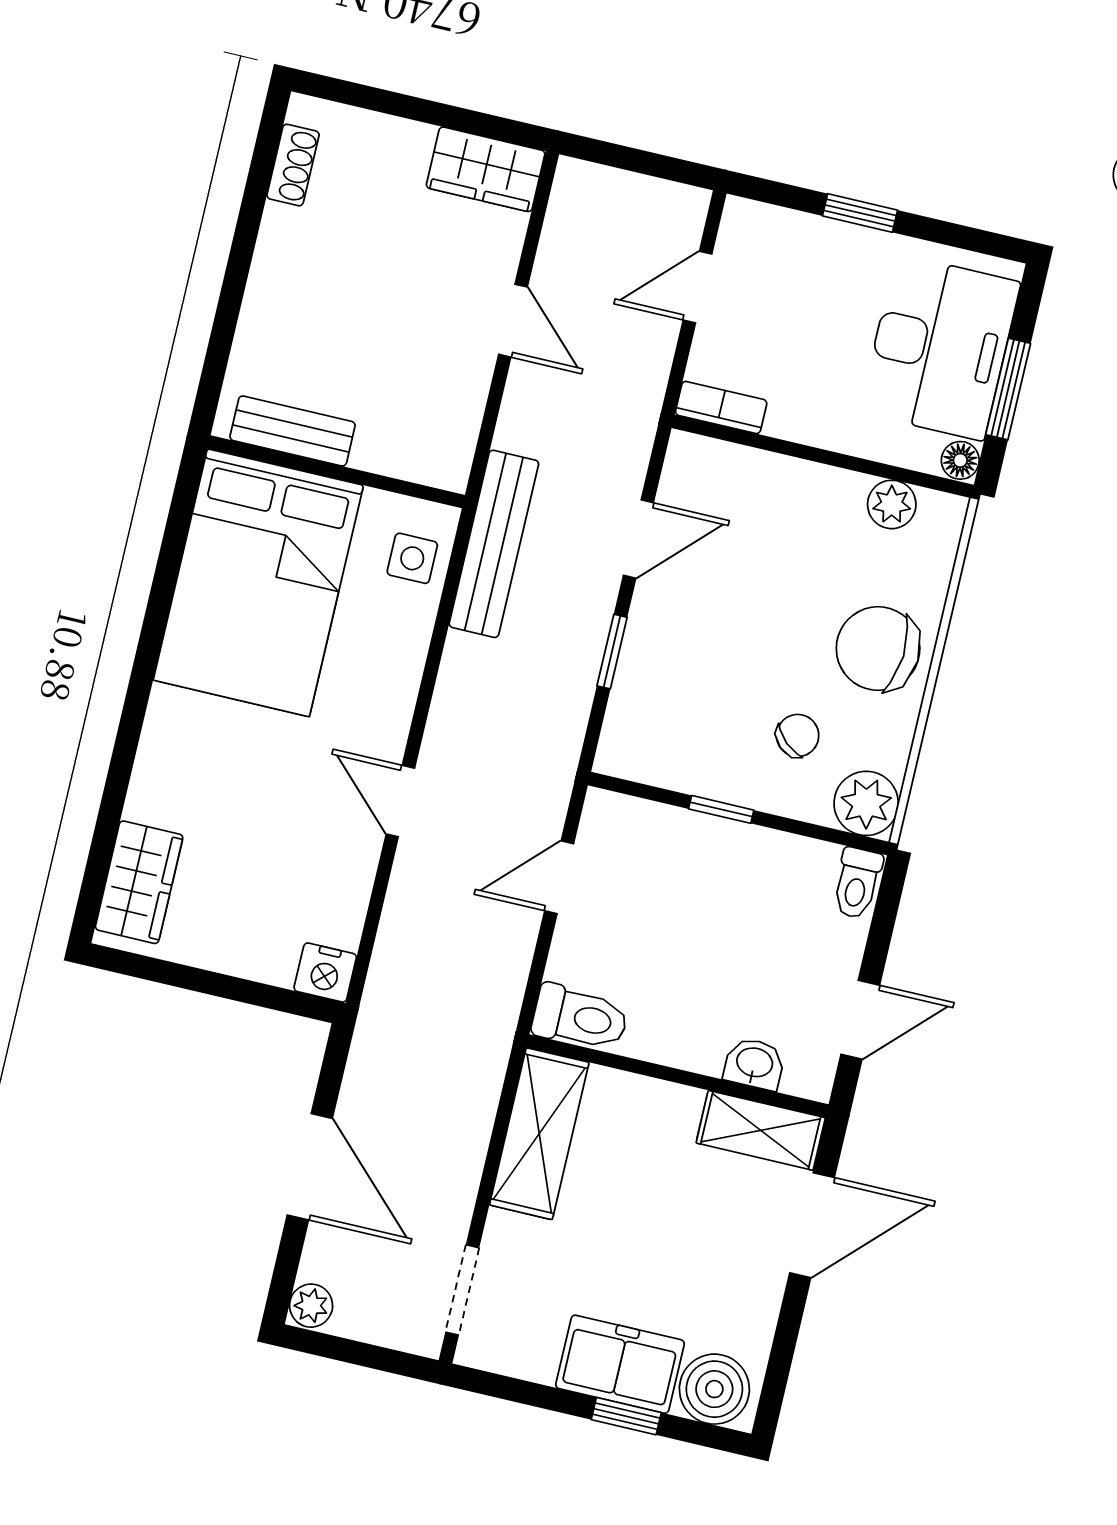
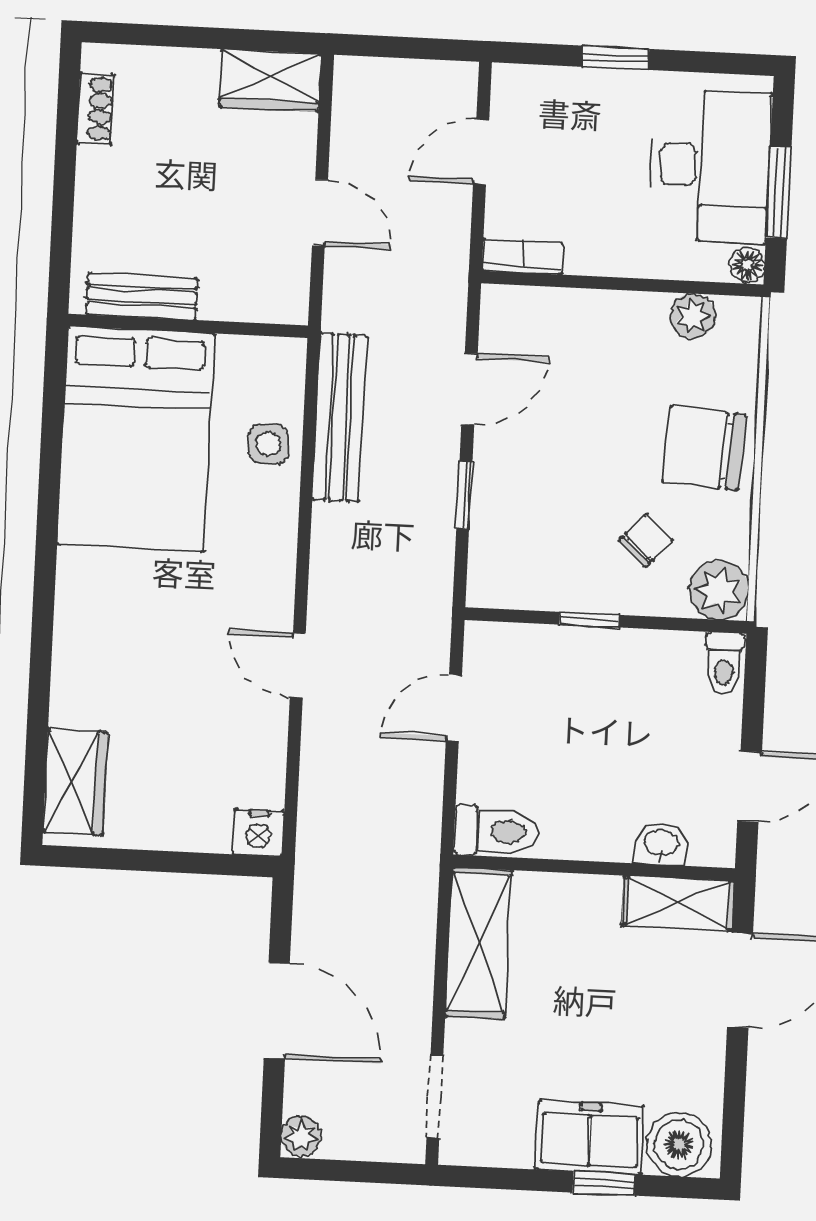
bench: (293, 431) -> (142, 296), moved
wall: (336, 472) -> (188, 326), moved
bed: (258, 583) -> (136, 439), moved

